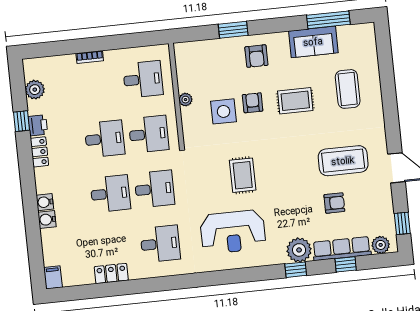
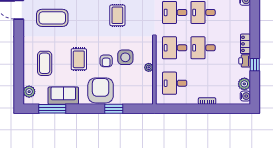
plant: (367, 43) -> (29, 92), added
armchair: (256, 56) -> (101, 90), width x1.88, depth x1.88
rug: (295, 101) -> (79, 59), turned 90
water cooler: (45, 202) -> (245, 96), moved

